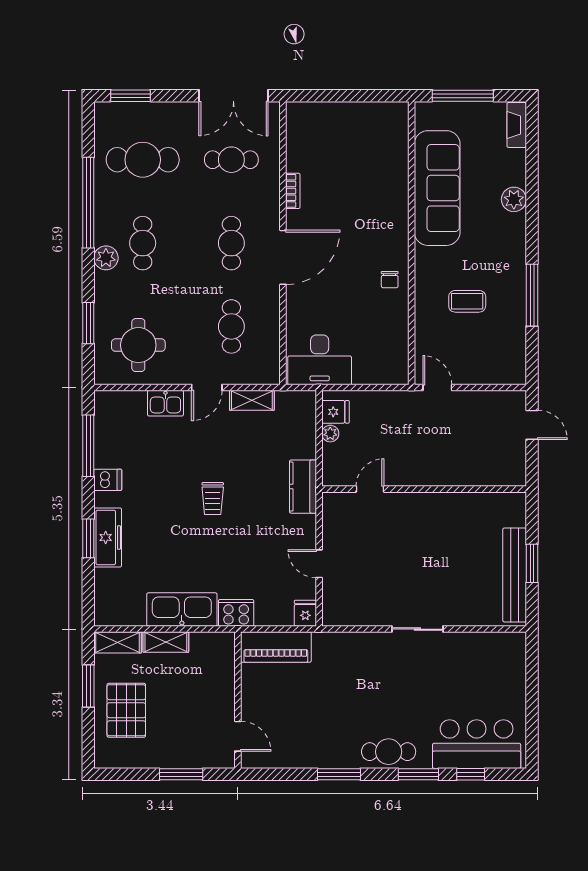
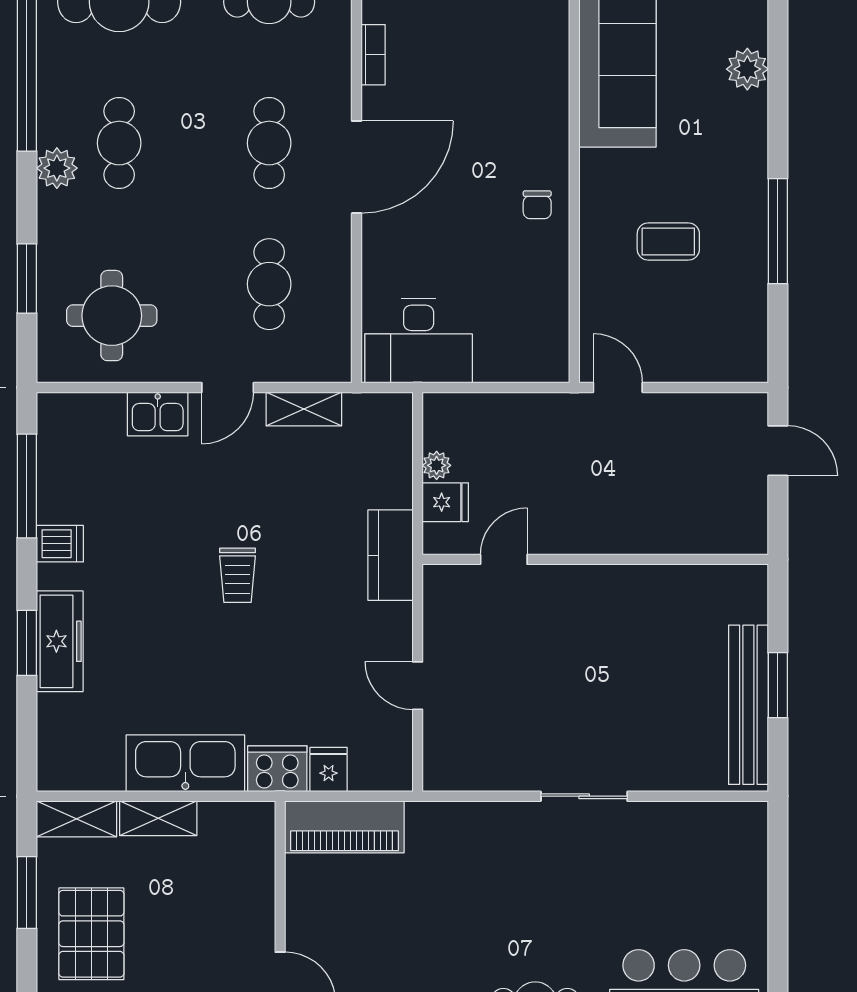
fridge: (335, 412) -> (445, 502), moved
fridge: (305, 613) -> (329, 769), moved

